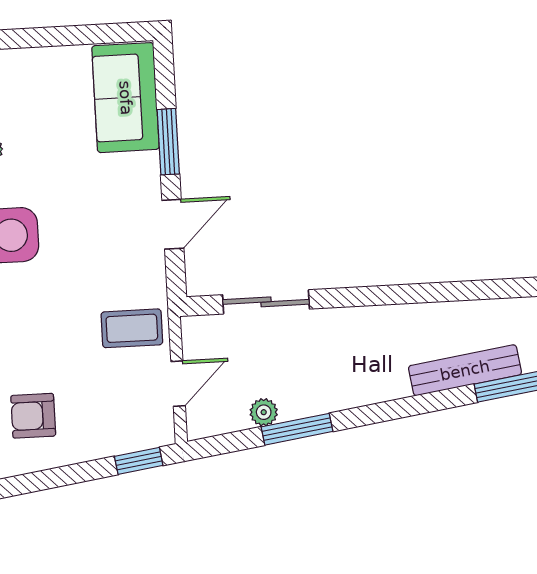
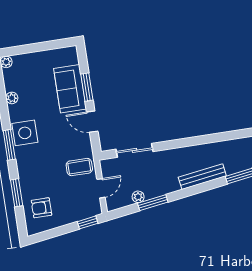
sofa: (126, 98) -> (70, 89), moved
door: (173, 224) -> (92, 122), swing flipped
bench: (465, 370) -> (202, 177), moved

